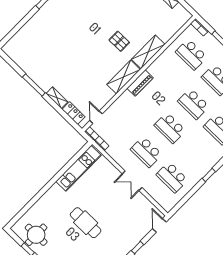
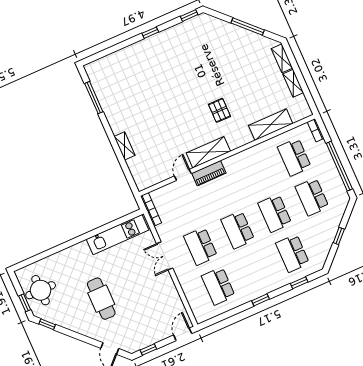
shelving: (148, 52) -> (271, 125), moved
piano: (140, 83) -> (209, 173), moved
window: (34, 85) -> (94, 98), moved
locker: (74, 113) -> (136, 170), removed
door: (96, 117) -> (183, 175), moved
double door: (132, 181) -> (165, 256), moved

